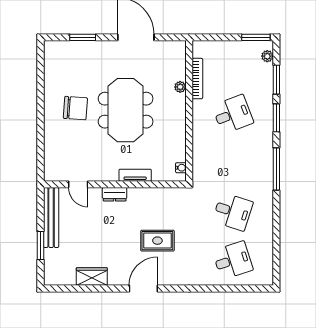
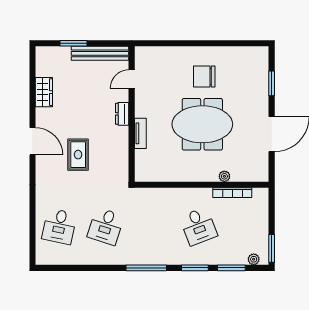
chair: (75, 108) -> (204, 77), turned 86
water cooler: (181, 168) -> (147, 177), removed
desk: (233, 260) -> (59, 226), turned 30

